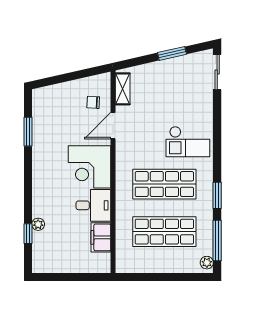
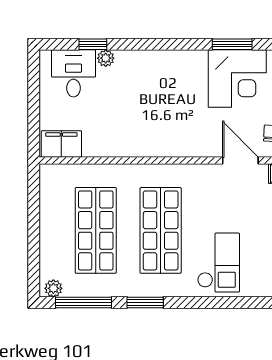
checkout: (188, 142) -> (218, 263), turned 180
corner desk: (90, 167) -> (237, 79), moved, turned 180
desk: (93, 205) -> (73, 73), moved, turned 180
filing cabinet: (101, 237) -> (61, 144), moved

